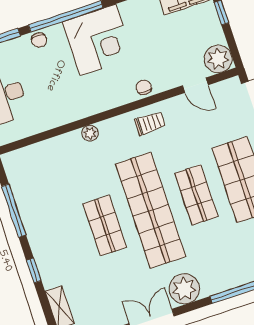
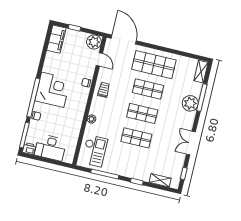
door: (195, 85) -> (99, 59), hinge flipped
checkout: (41, 170) -> (94, 151), added
shop shelf: (151, 210) -> (142, 113), width x0.50, depth x0.74
plant: (184, 289) -> (190, 103), moved

